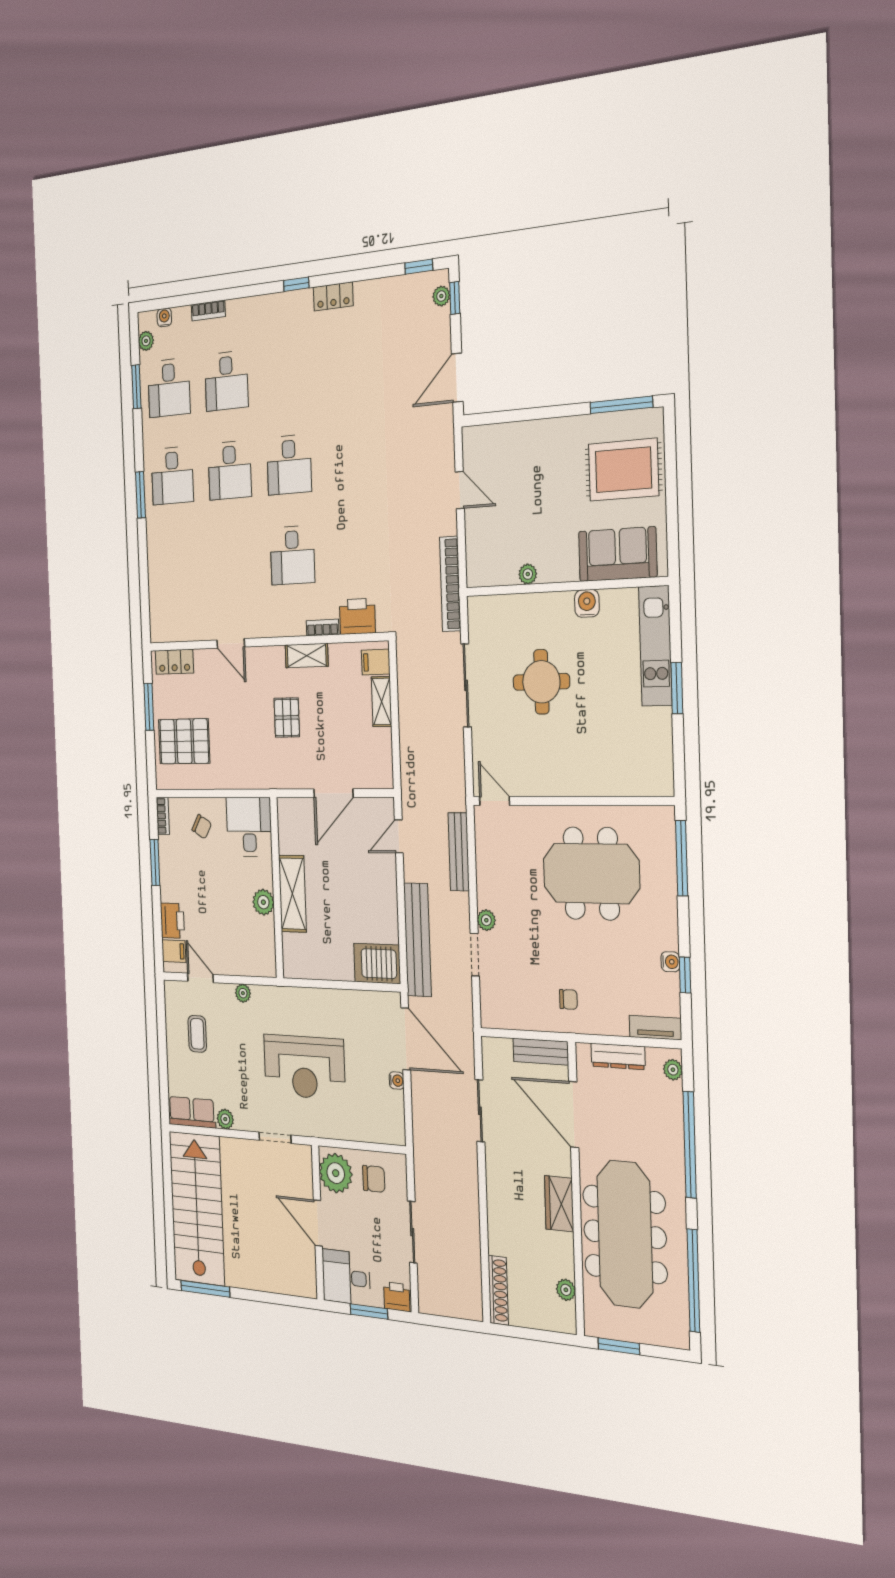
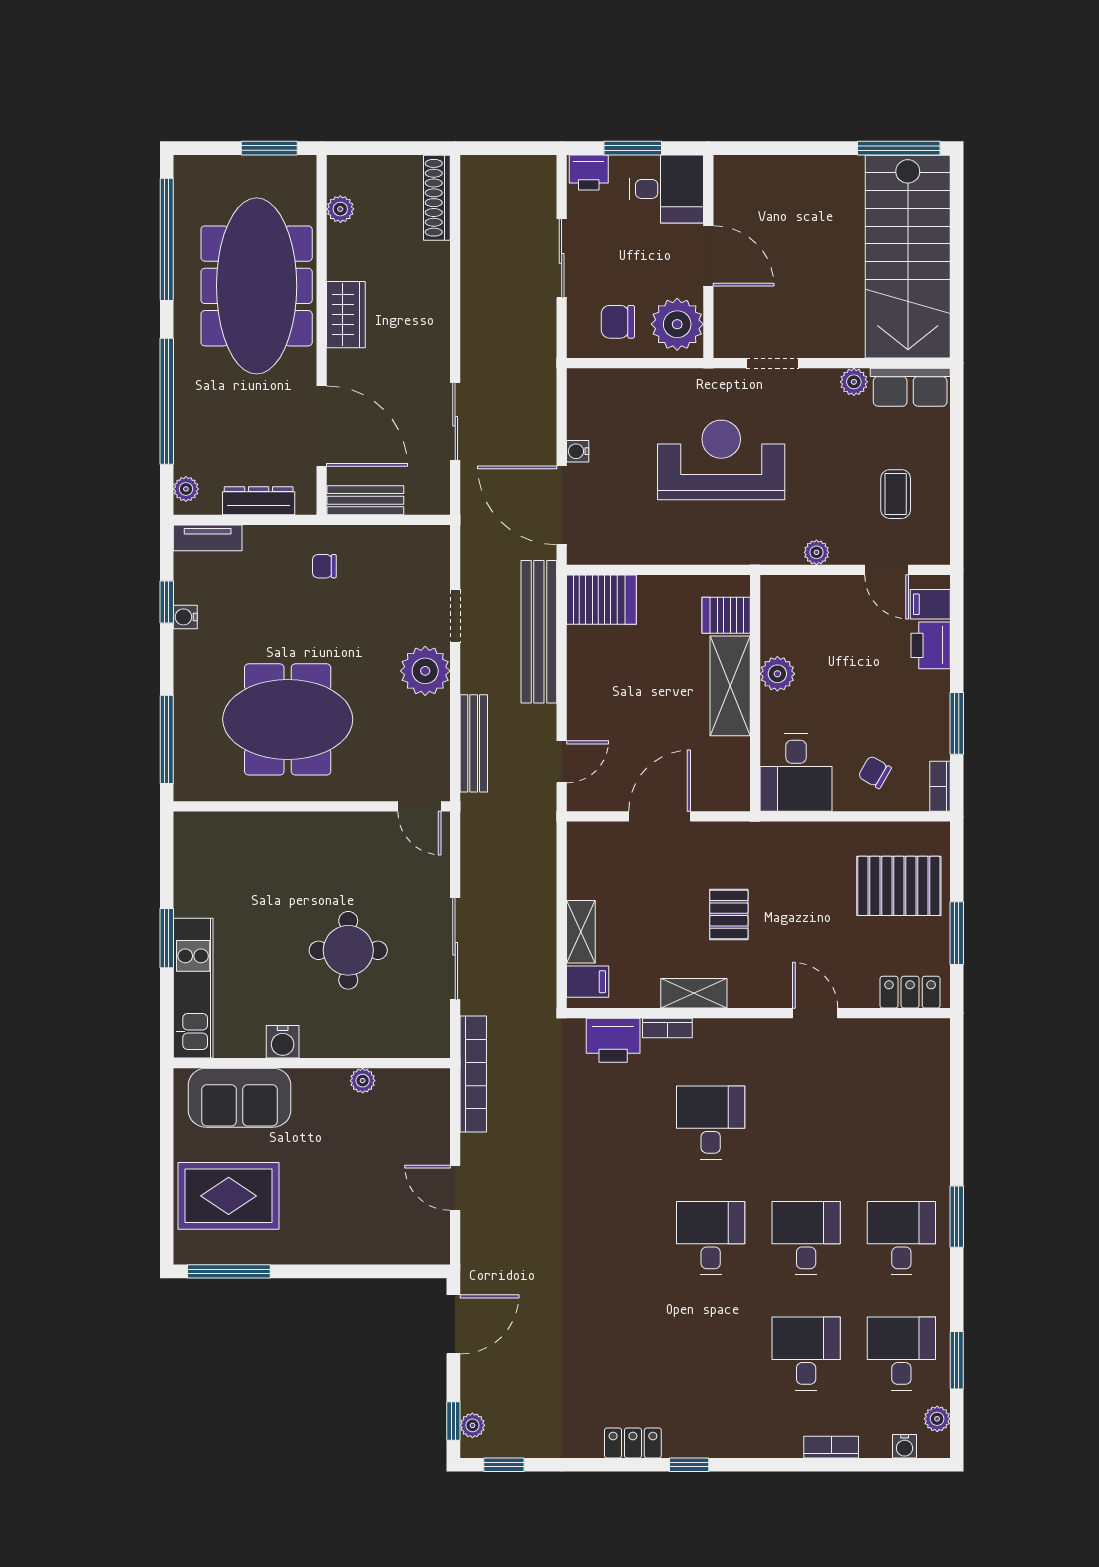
plant: (486, 920) -> (425, 671), width x1.88, depth x1.88
server rack: (297, 948) -> (726, 615), added

